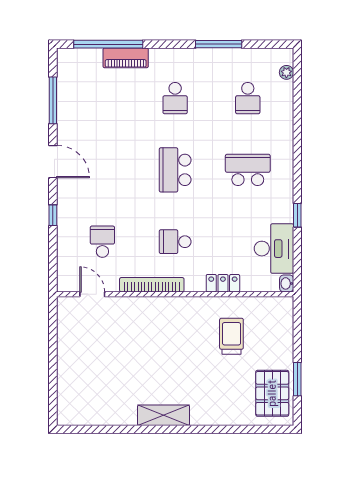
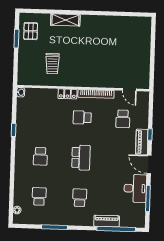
school desk: (248, 170) -> (40, 156), width x0.54
piano: (67, 201) -> (142, 142), added
school desk: (175, 242) -> (82, 117), turned 180
desk: (274, 249) -> (135, 188), moved, turned 180
locker: (223, 283) -> (67, 94), moved
pallet: (272, 393) -> (31, 31), width x0.67, depth x0.71
shelving: (164, 415) -> (65, 20), moved

